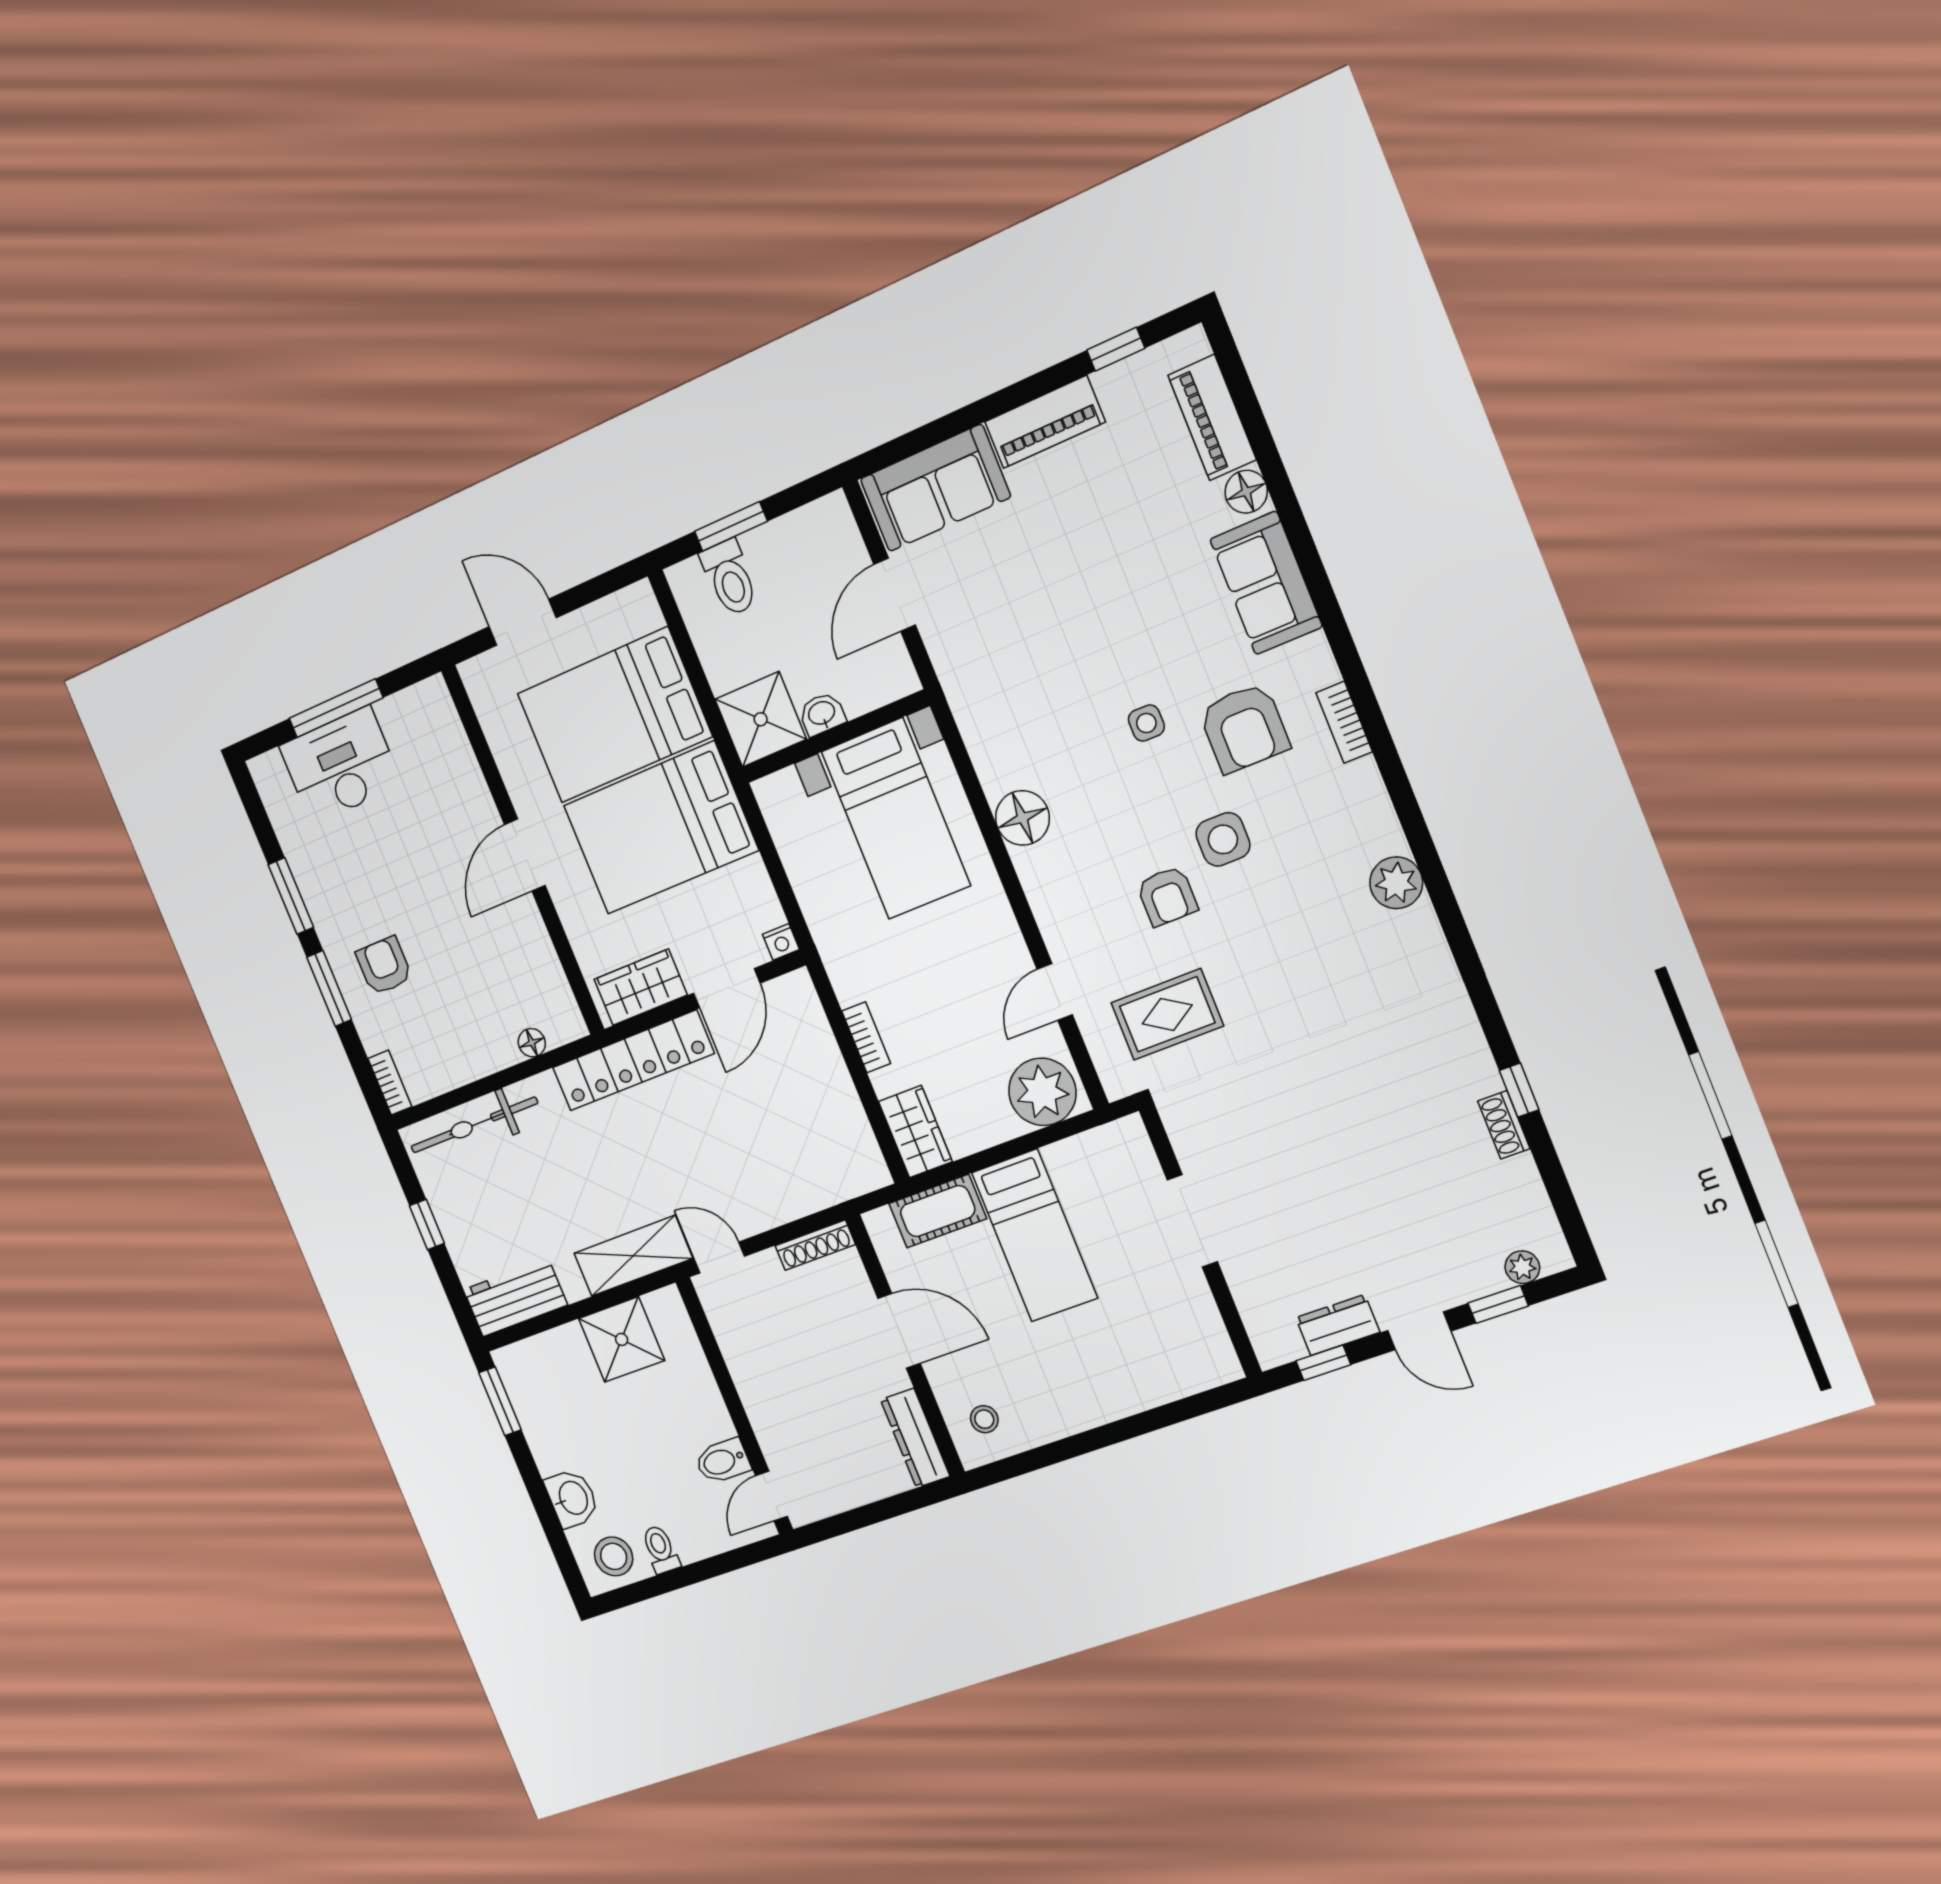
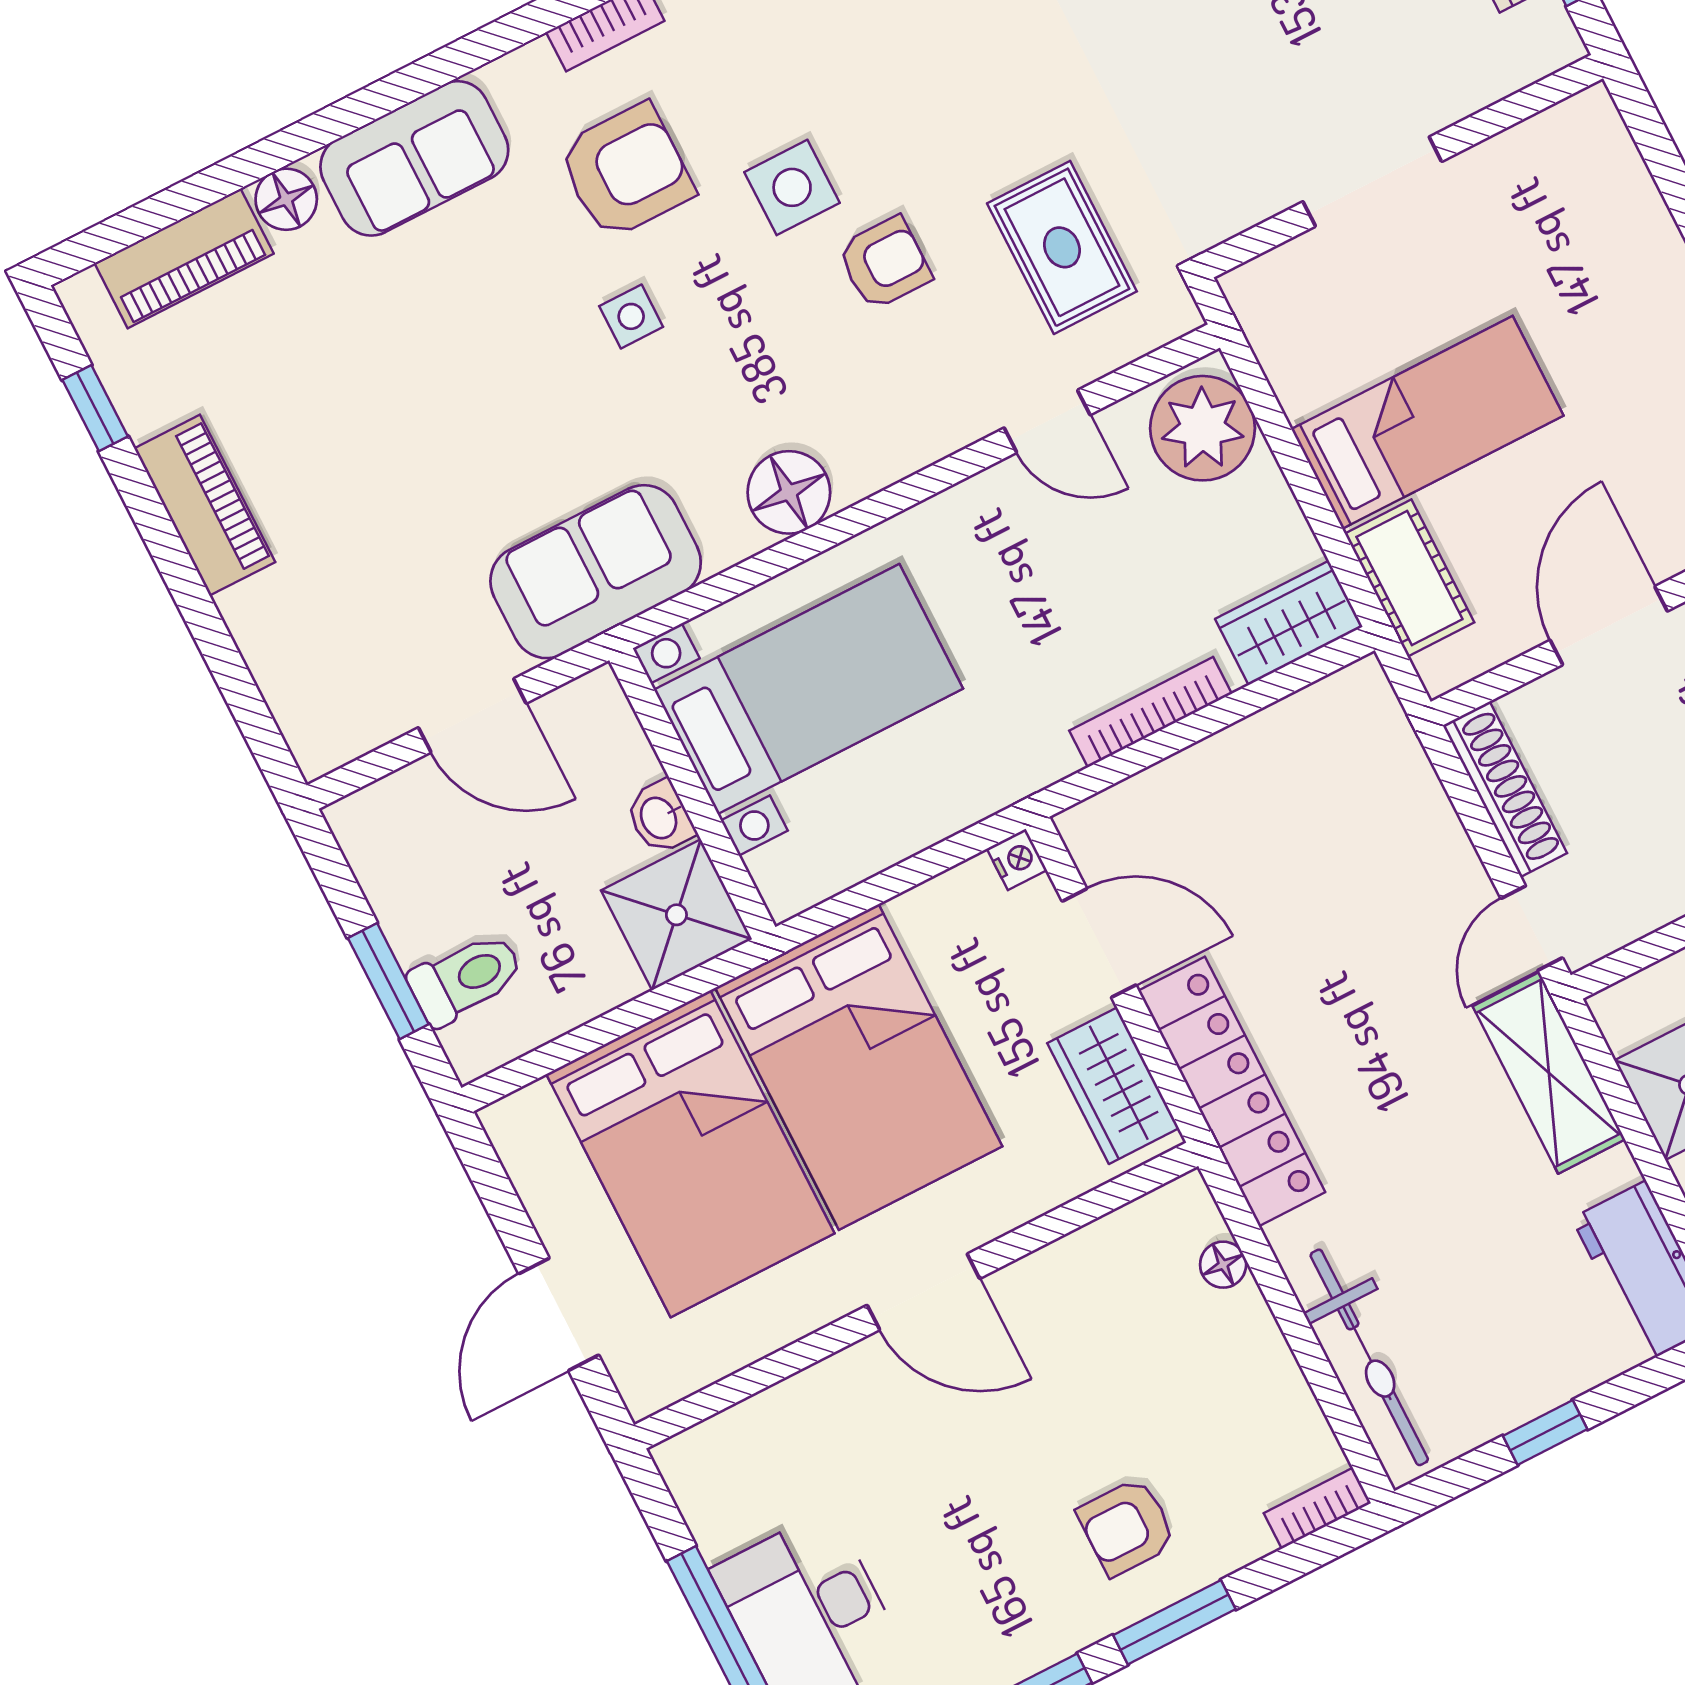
sofa: (935, 488) -> (596, 572), moved, turned -90
bookcase: (866, 1037) -> (1150, 712), width x1.56
shoe rack: (815, 1245) -> (1505, 789), width x1.36, depth x1.24

